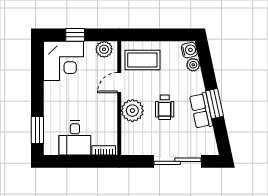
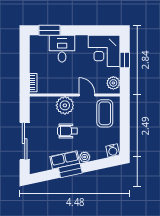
plant: (193, 65) -> (85, 157), moved
desk: (75, 138) -> (62, 49), moved, turned 90

